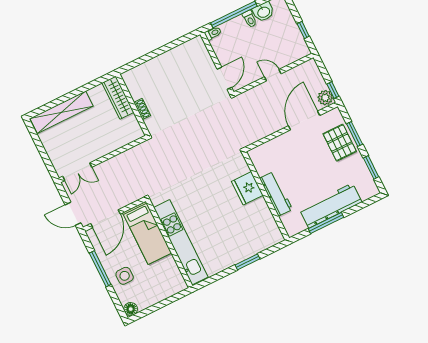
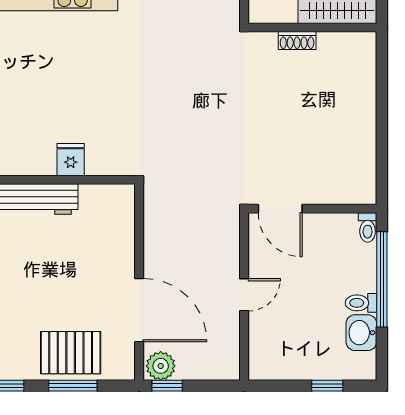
window: (303, 30) -> (327, 386), moved
fridge: (247, 188) -> (71, 160), width x0.53, depth x0.75

